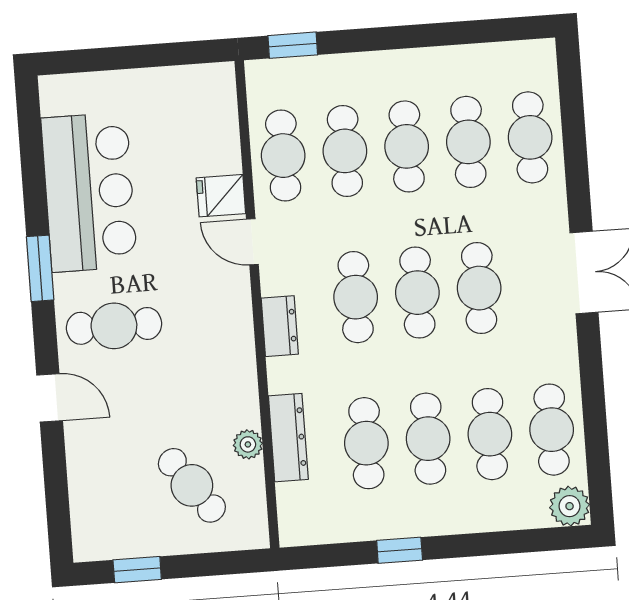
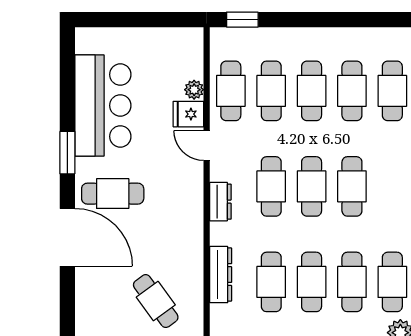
door: (50, 398) -> (67, 237), width x1.87
plant: (248, 444) -> (194, 90), moved

